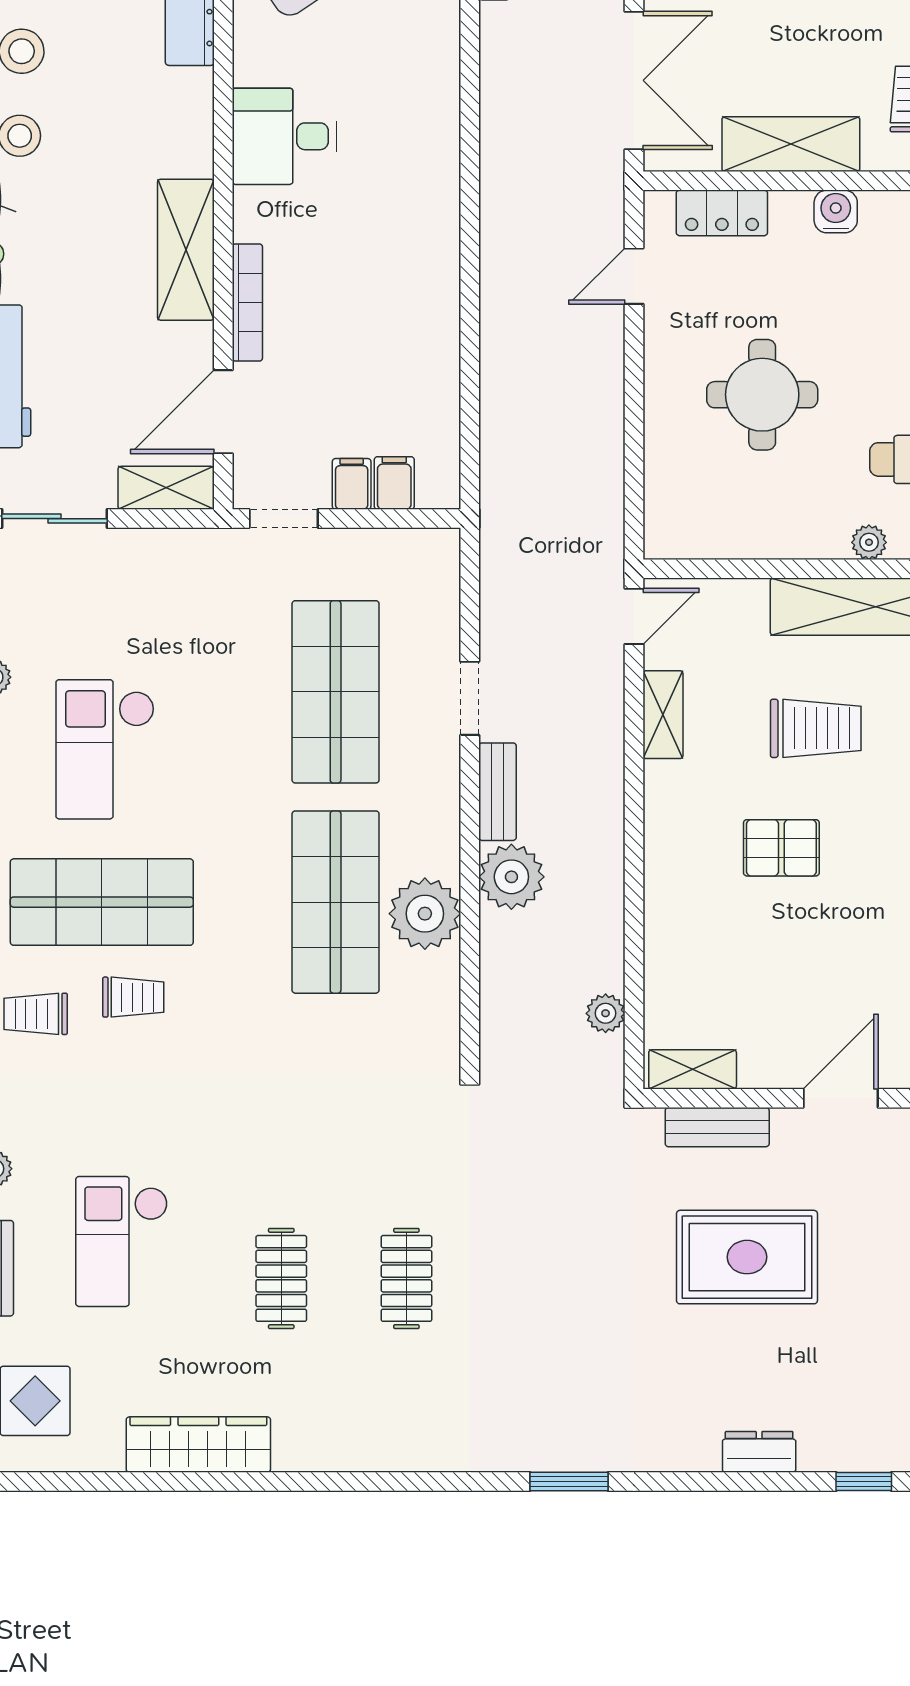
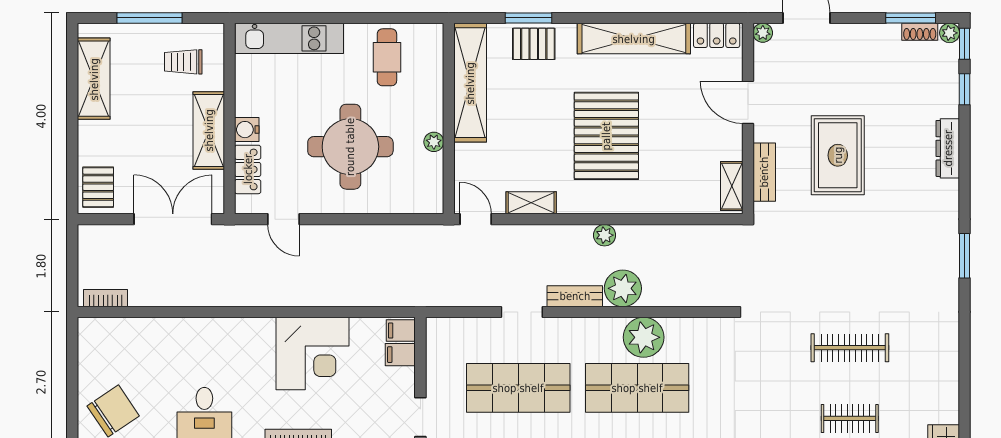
water cooler: (836, 211) -> (247, 130), moved
corner desk: (396, 328) -> (312, 353), added
round table: (762, 395) -> (350, 147), width x1.36, depth x1.36
filing cabinet: (352, 484) -> (401, 331), moved
plant: (869, 542) -> (434, 142), moved
trolley: (816, 728) -> (539, 116), removed
pallet: (781, 848) -> (606, 136), width x2.05, depth x2.00
plant: (606, 1013) -> (605, 235), moved
clothes rail: (406, 1278) -> (850, 348), width x1.36
dresser: (759, 1452) -> (948, 148), width x1.44

